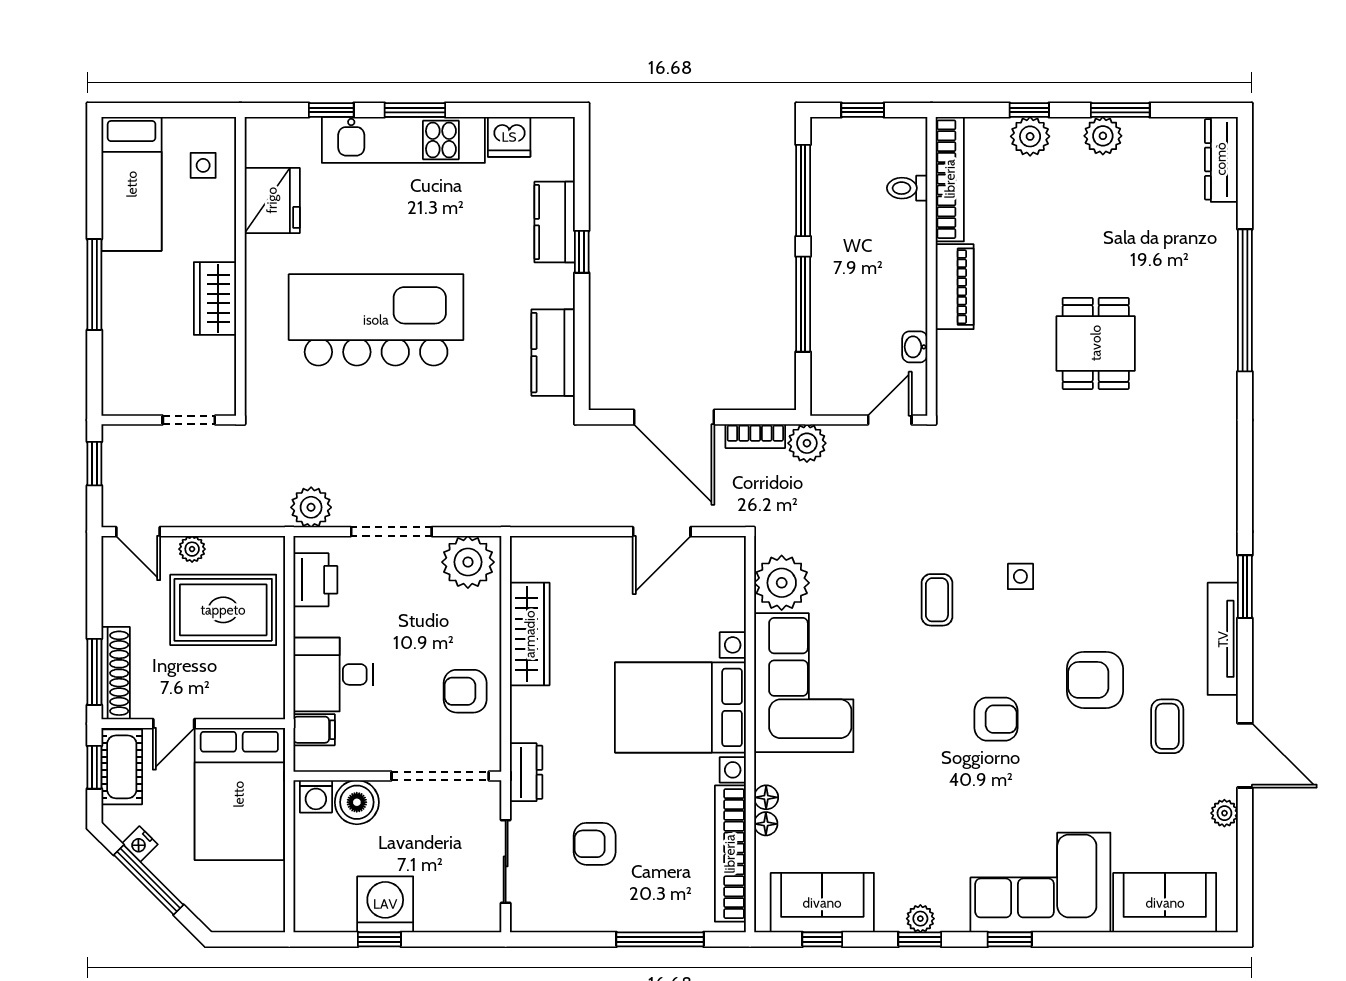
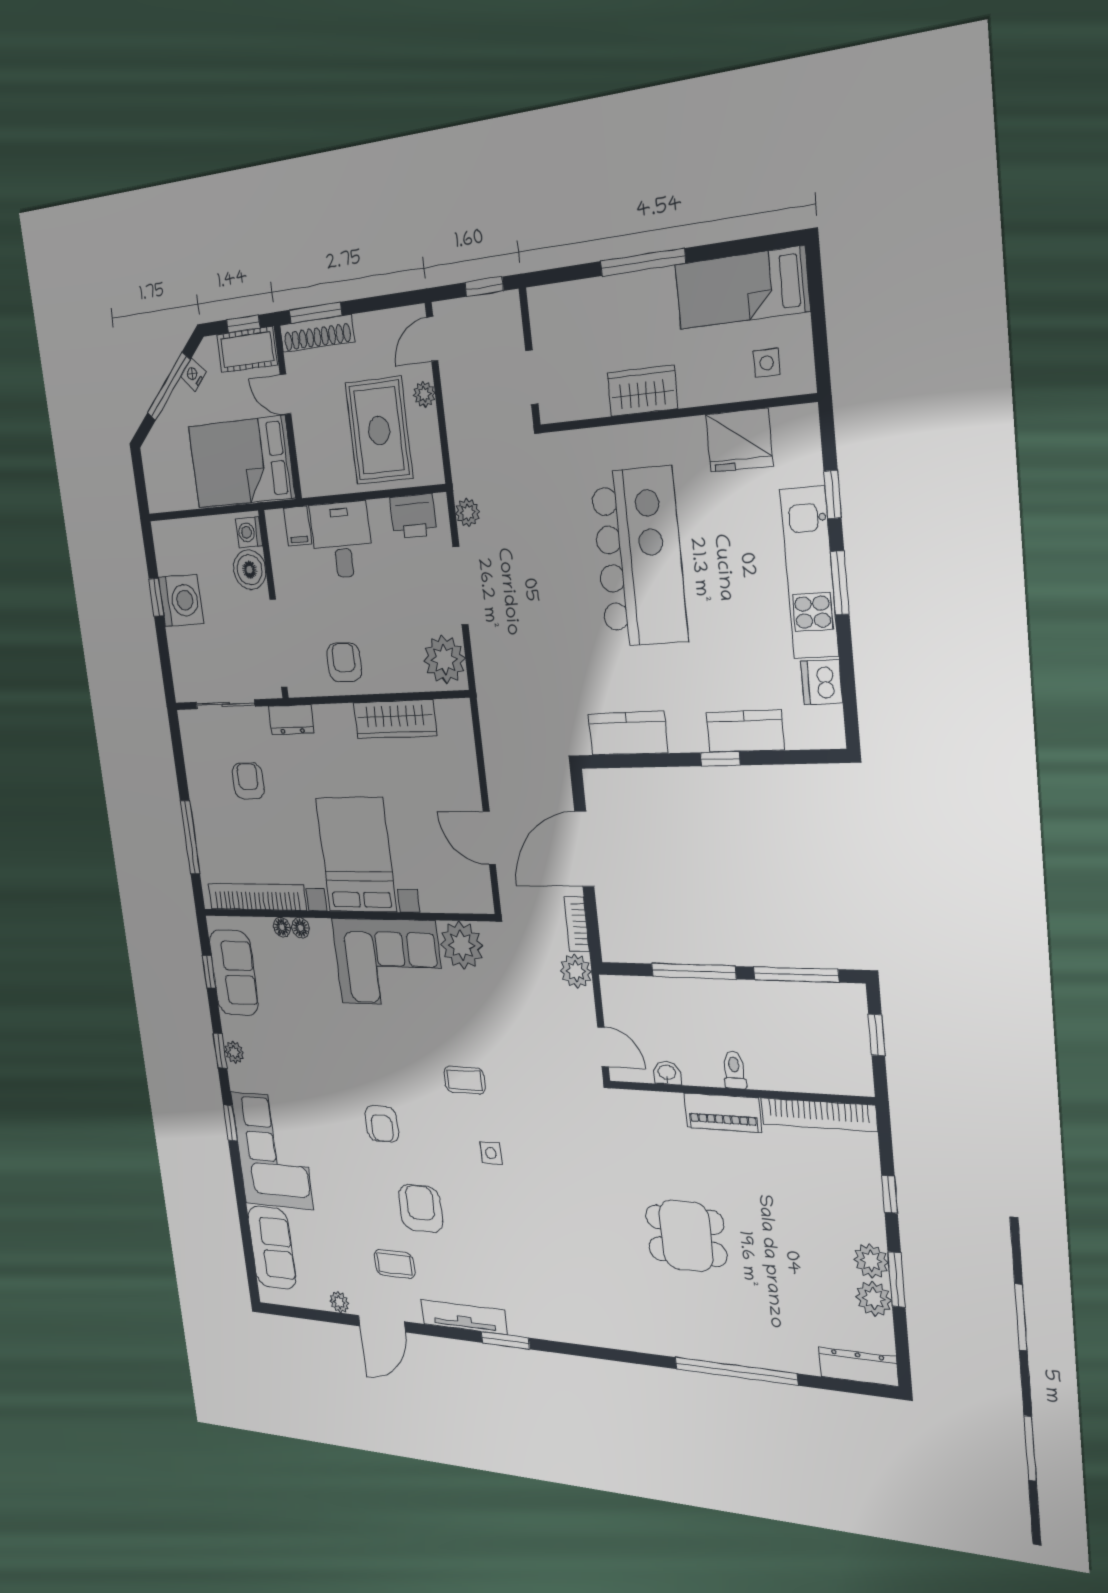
plant: (1030, 136) -> (874, 1299), moved
toilet: (907, 188) -> (734, 1070), moved
plant: (311, 507) -> (468, 512), width x0.73, depth x0.73

